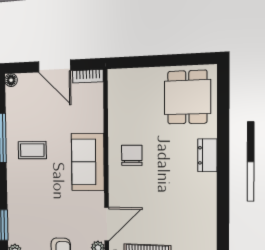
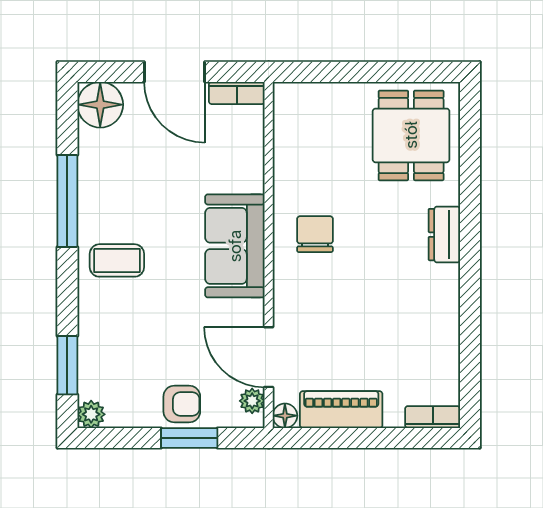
floor lamp: (11, 80) -> (100, 105), width x1.89, depth x1.89
coffee table: (32, 150) -> (117, 260), moved
door: (107, 224) -> (269, 357), swing flipped

